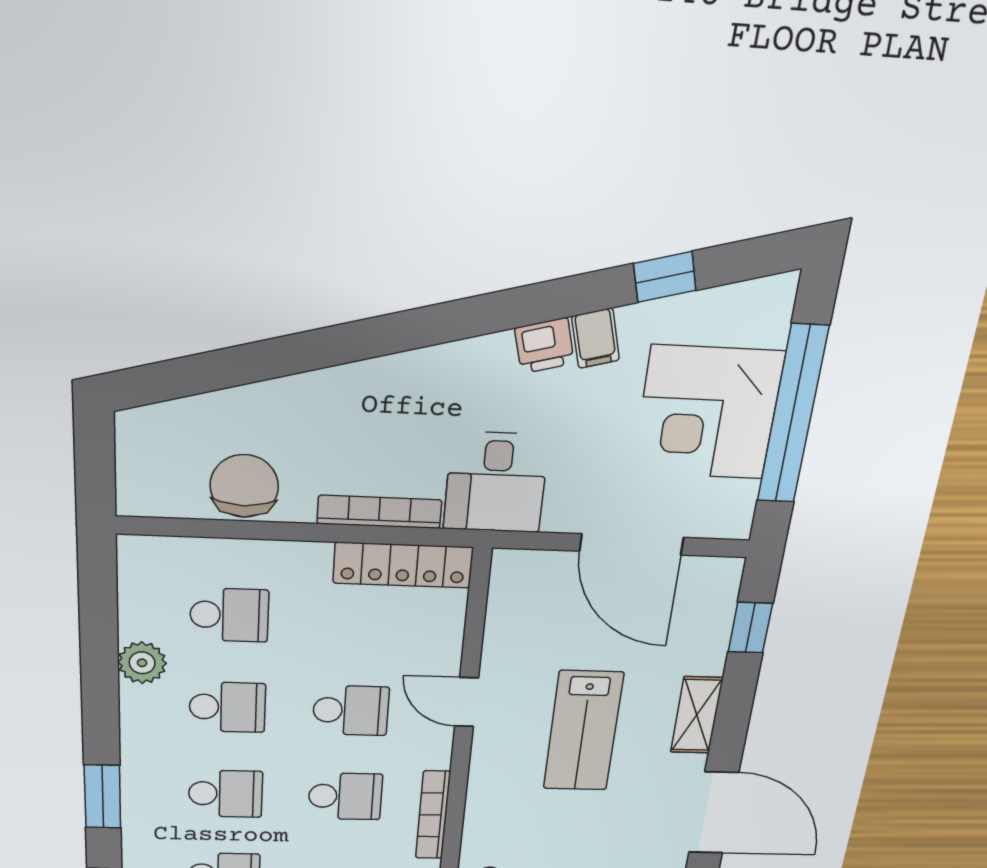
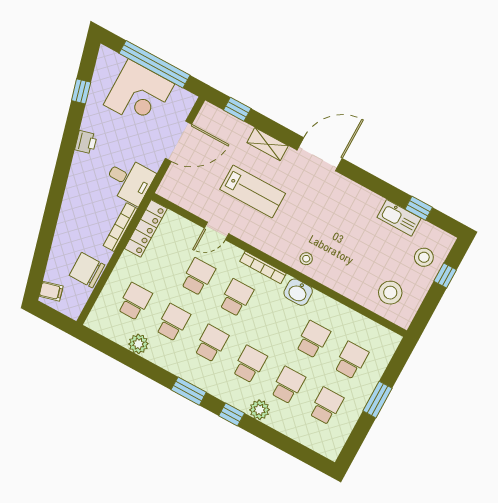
filing cabinet: (596, 338) -> (51, 291), moved

